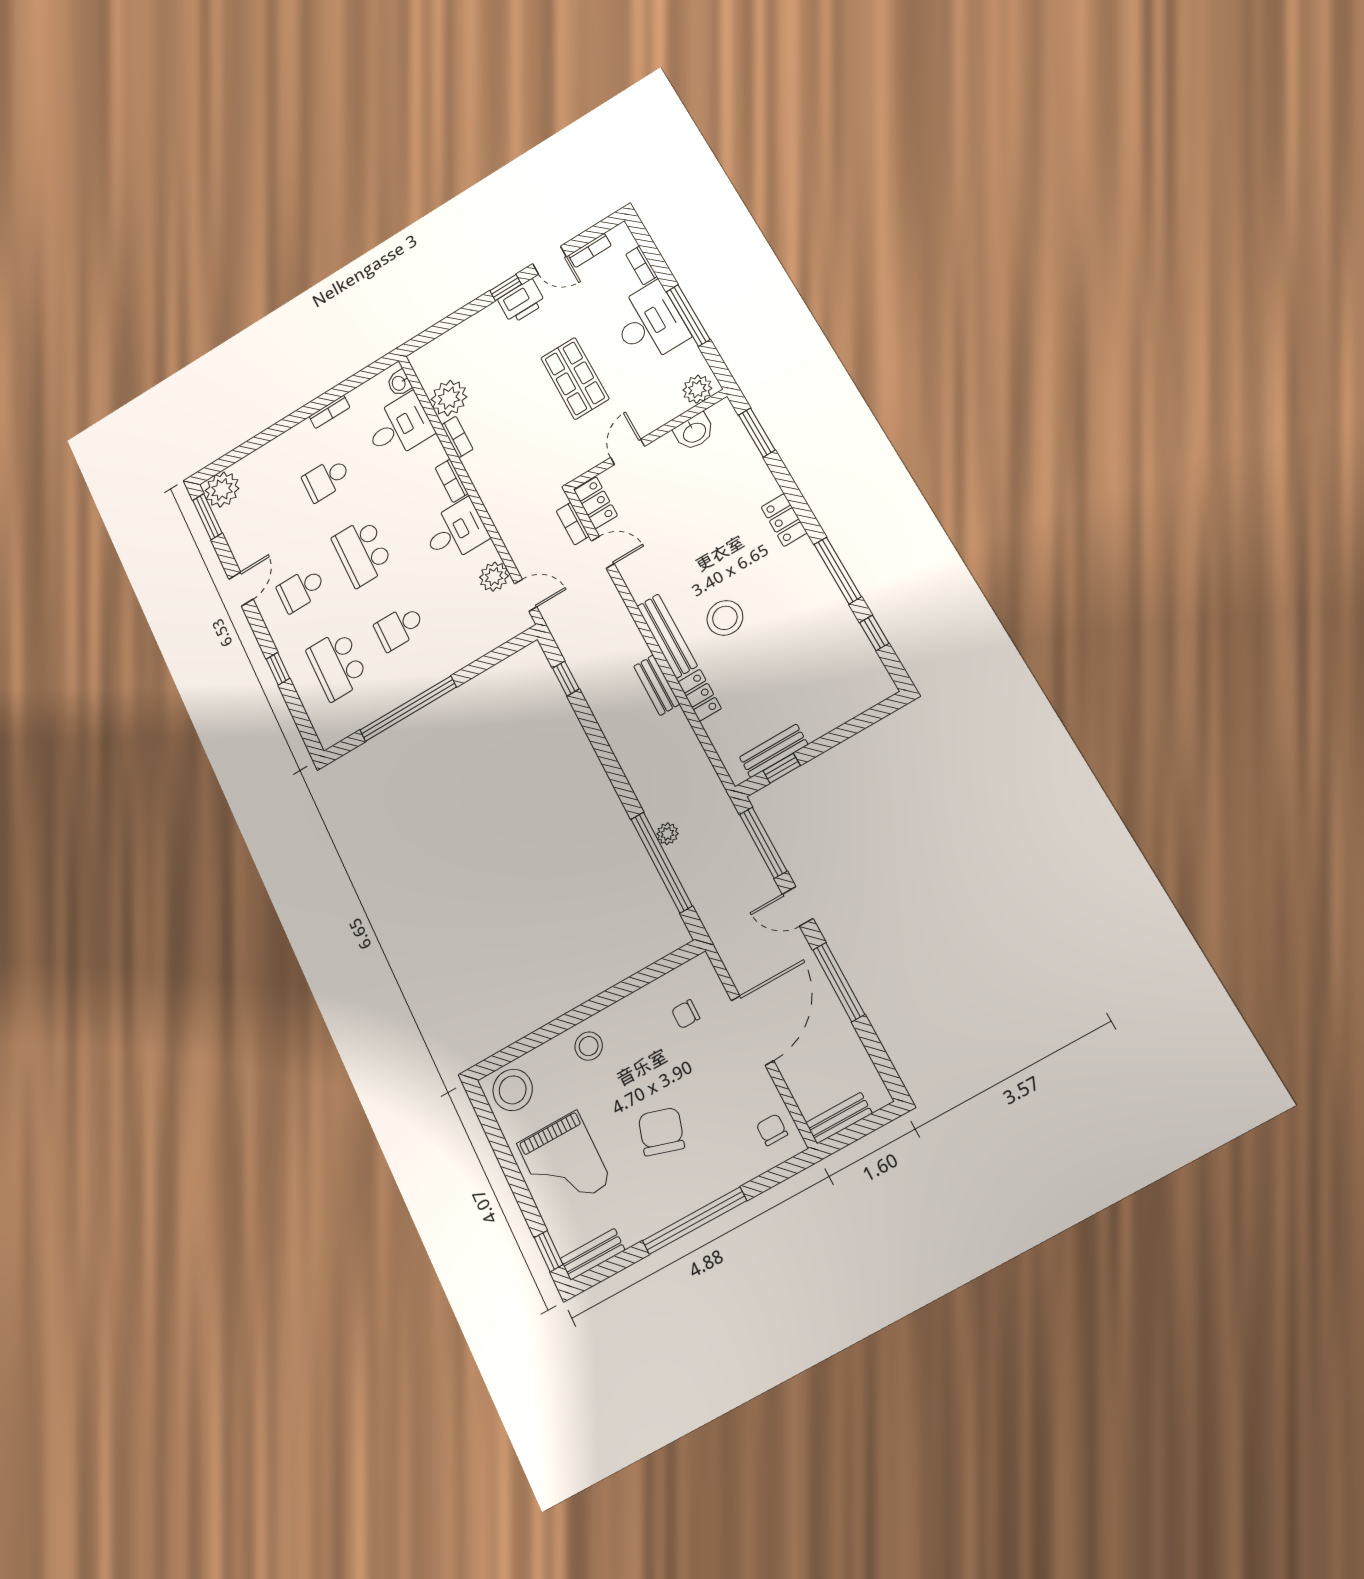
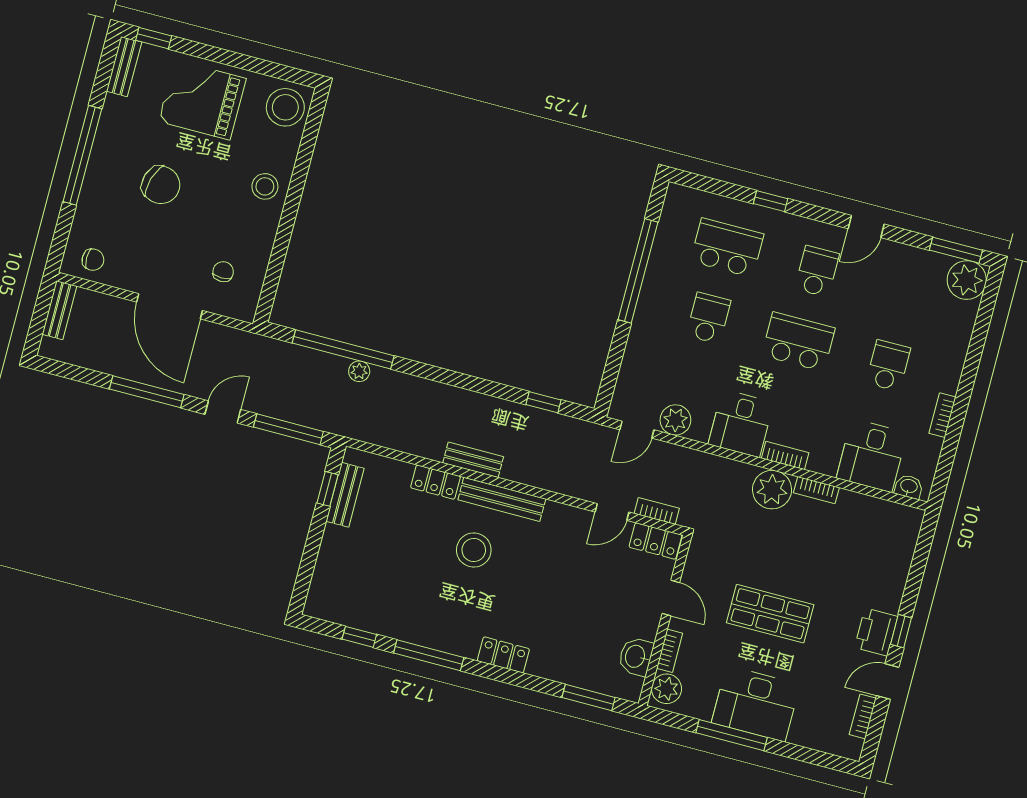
bookcase: (641, 265) -> (670, 651), moved, turned 90
plant: (449, 398) -> (772, 490), moved
door: (241, 589) -> (866, 226), hinge flipped

